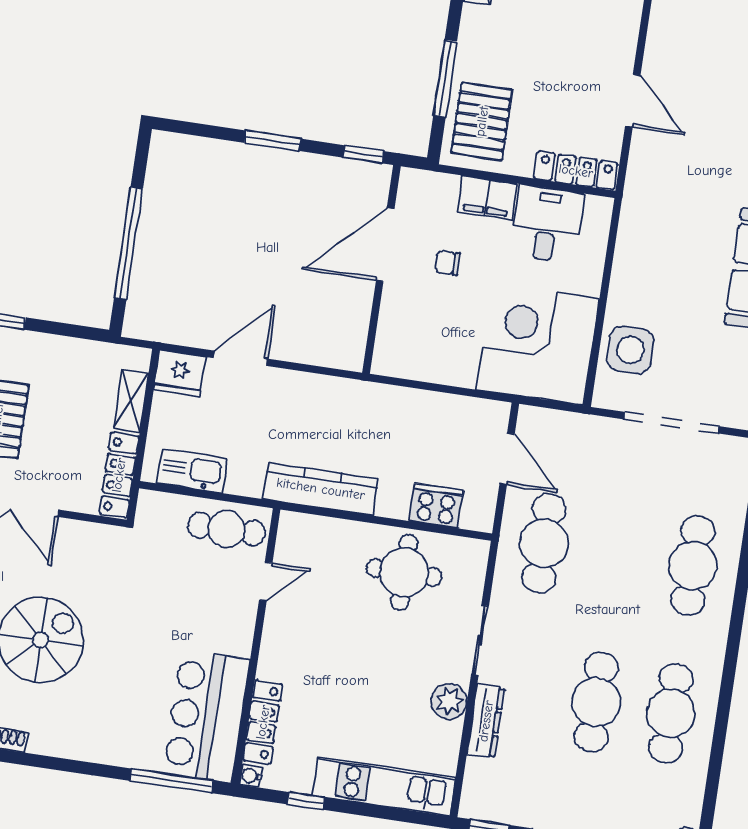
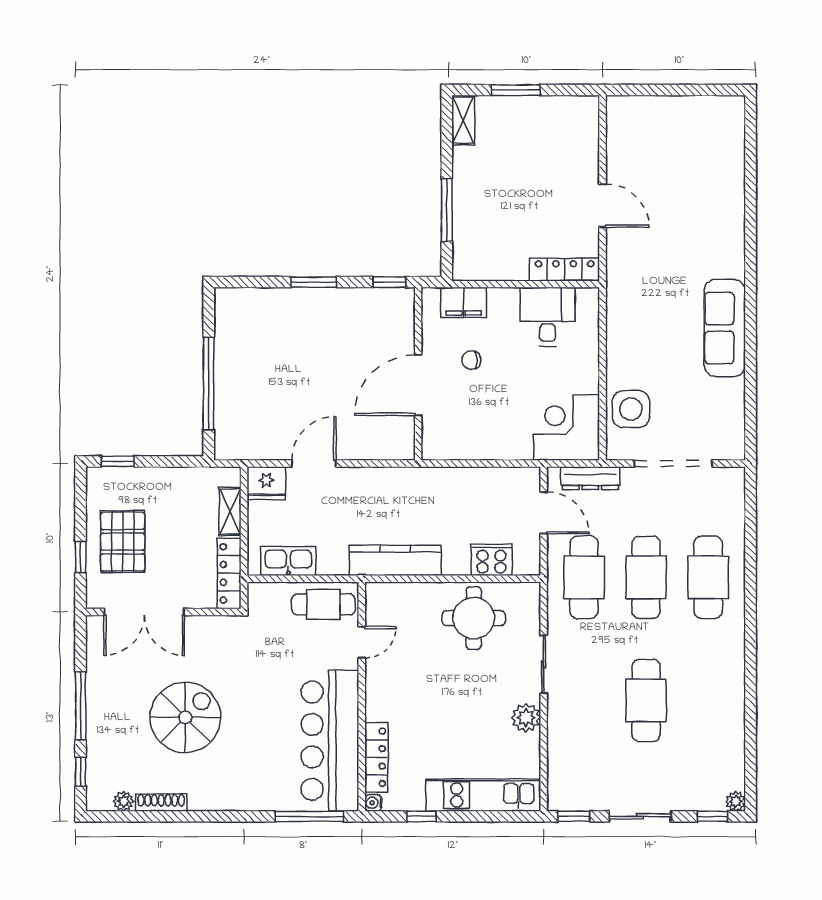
pallet: (482, 121) -> (482, 241), removed
filing cabinet: (487, 198) -> (464, 302), moved
door: (385, 245) -> (418, 385), moved
corner desk: (538, 344) -> (567, 428), width x0.74, depth x0.74
cafe table: (671, 713) -> (646, 577), moved
bar counter: (207, 716) -> (330, 741), width x1.36
dresser: (486, 721) -> (590, 478), moved, turned 90

